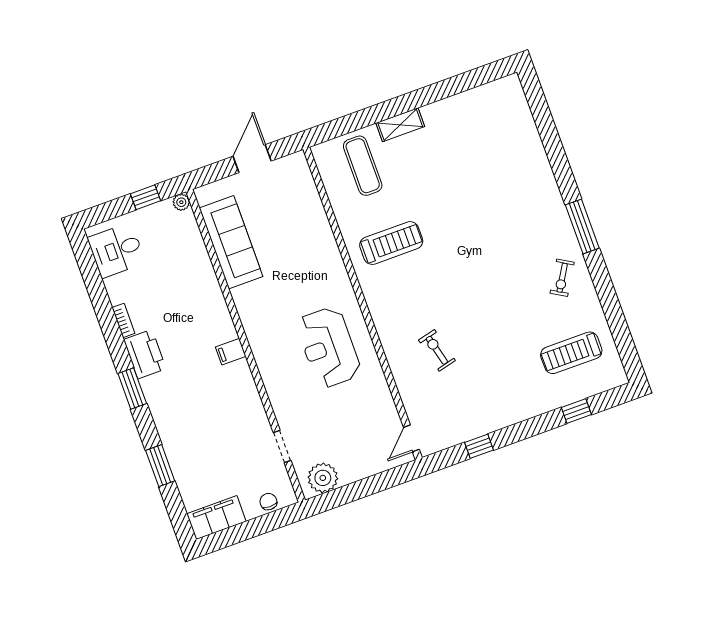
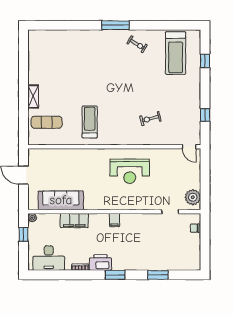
desk: (116, 250) -> (49, 258), width x1.37
treadmill: (571, 353) -> (176, 53), width x1.37, depth x1.38
filing cabinet: (216, 518) -> (74, 221), moved, turned -90

